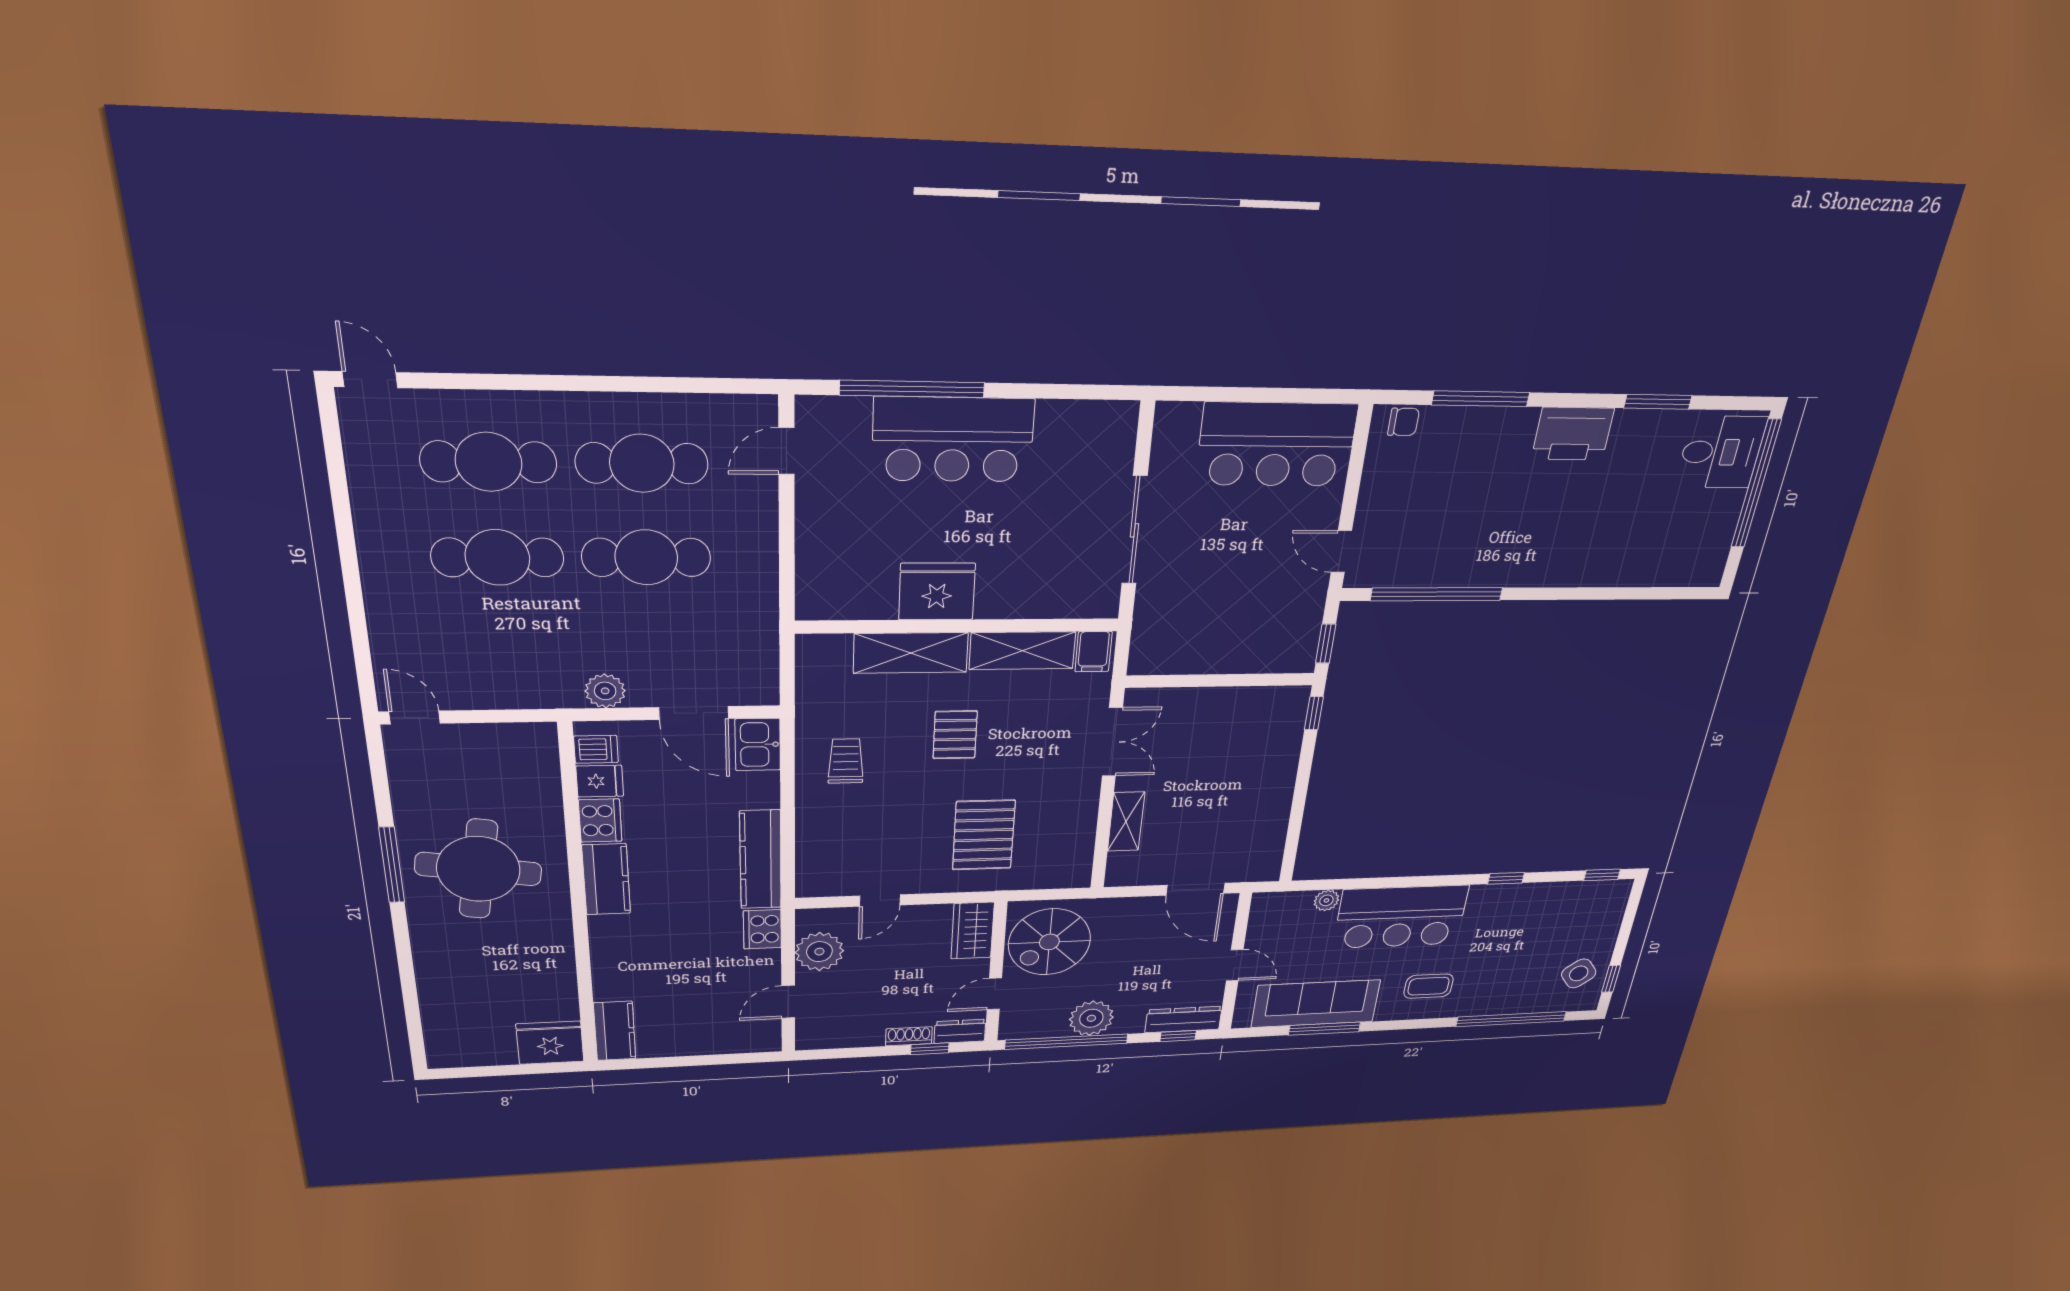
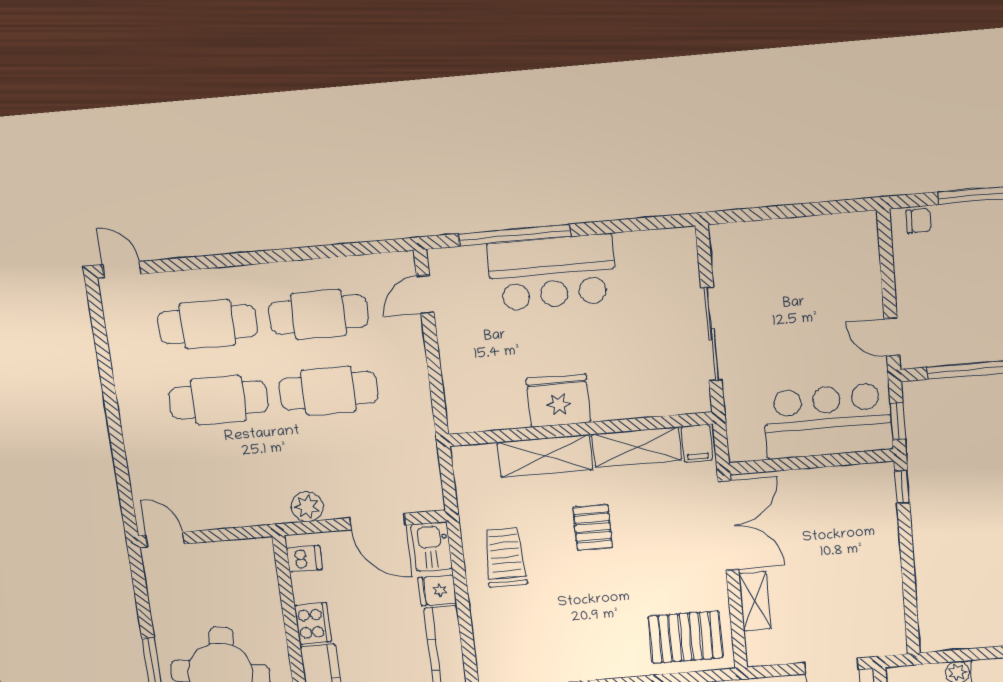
bar counter: (1276, 445) -> (828, 421), moved, turned 180
double door: (1112, 742) -> (728, 526), width x1.37
trolley: (846, 761) -> (505, 557), width x1.36, depth x1.39
fridge: (600, 781) -> (437, 590), moved, turned 180
pallet: (984, 835) -> (686, 637), moved, turned 90

